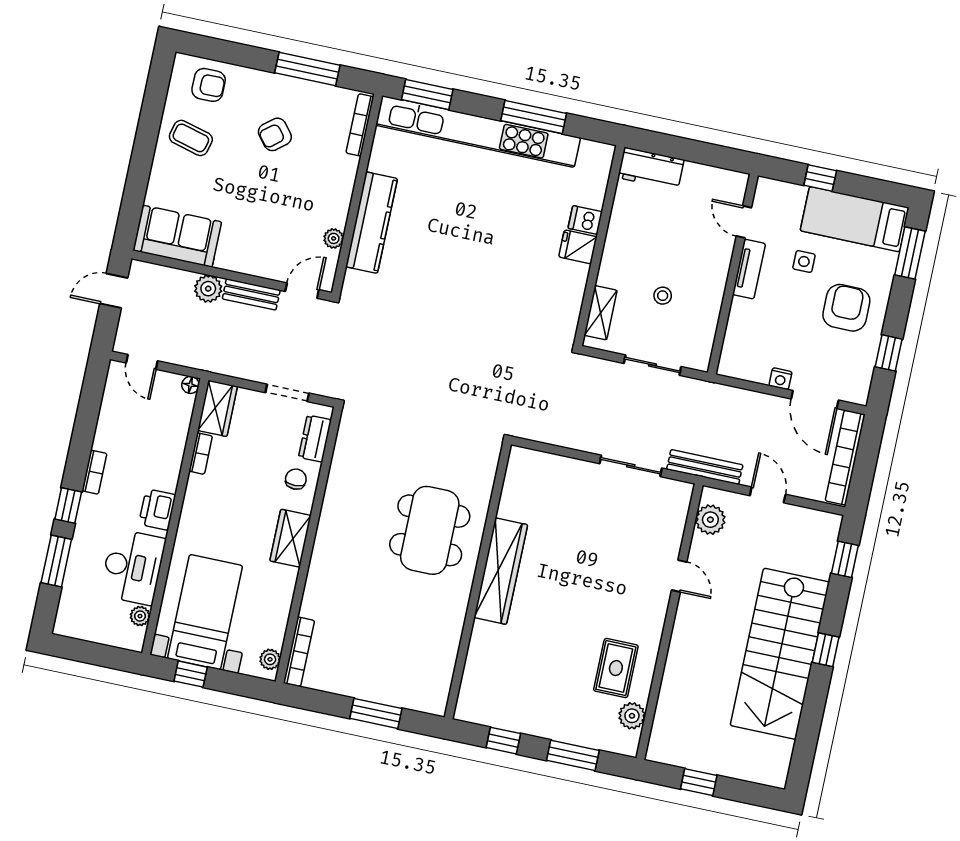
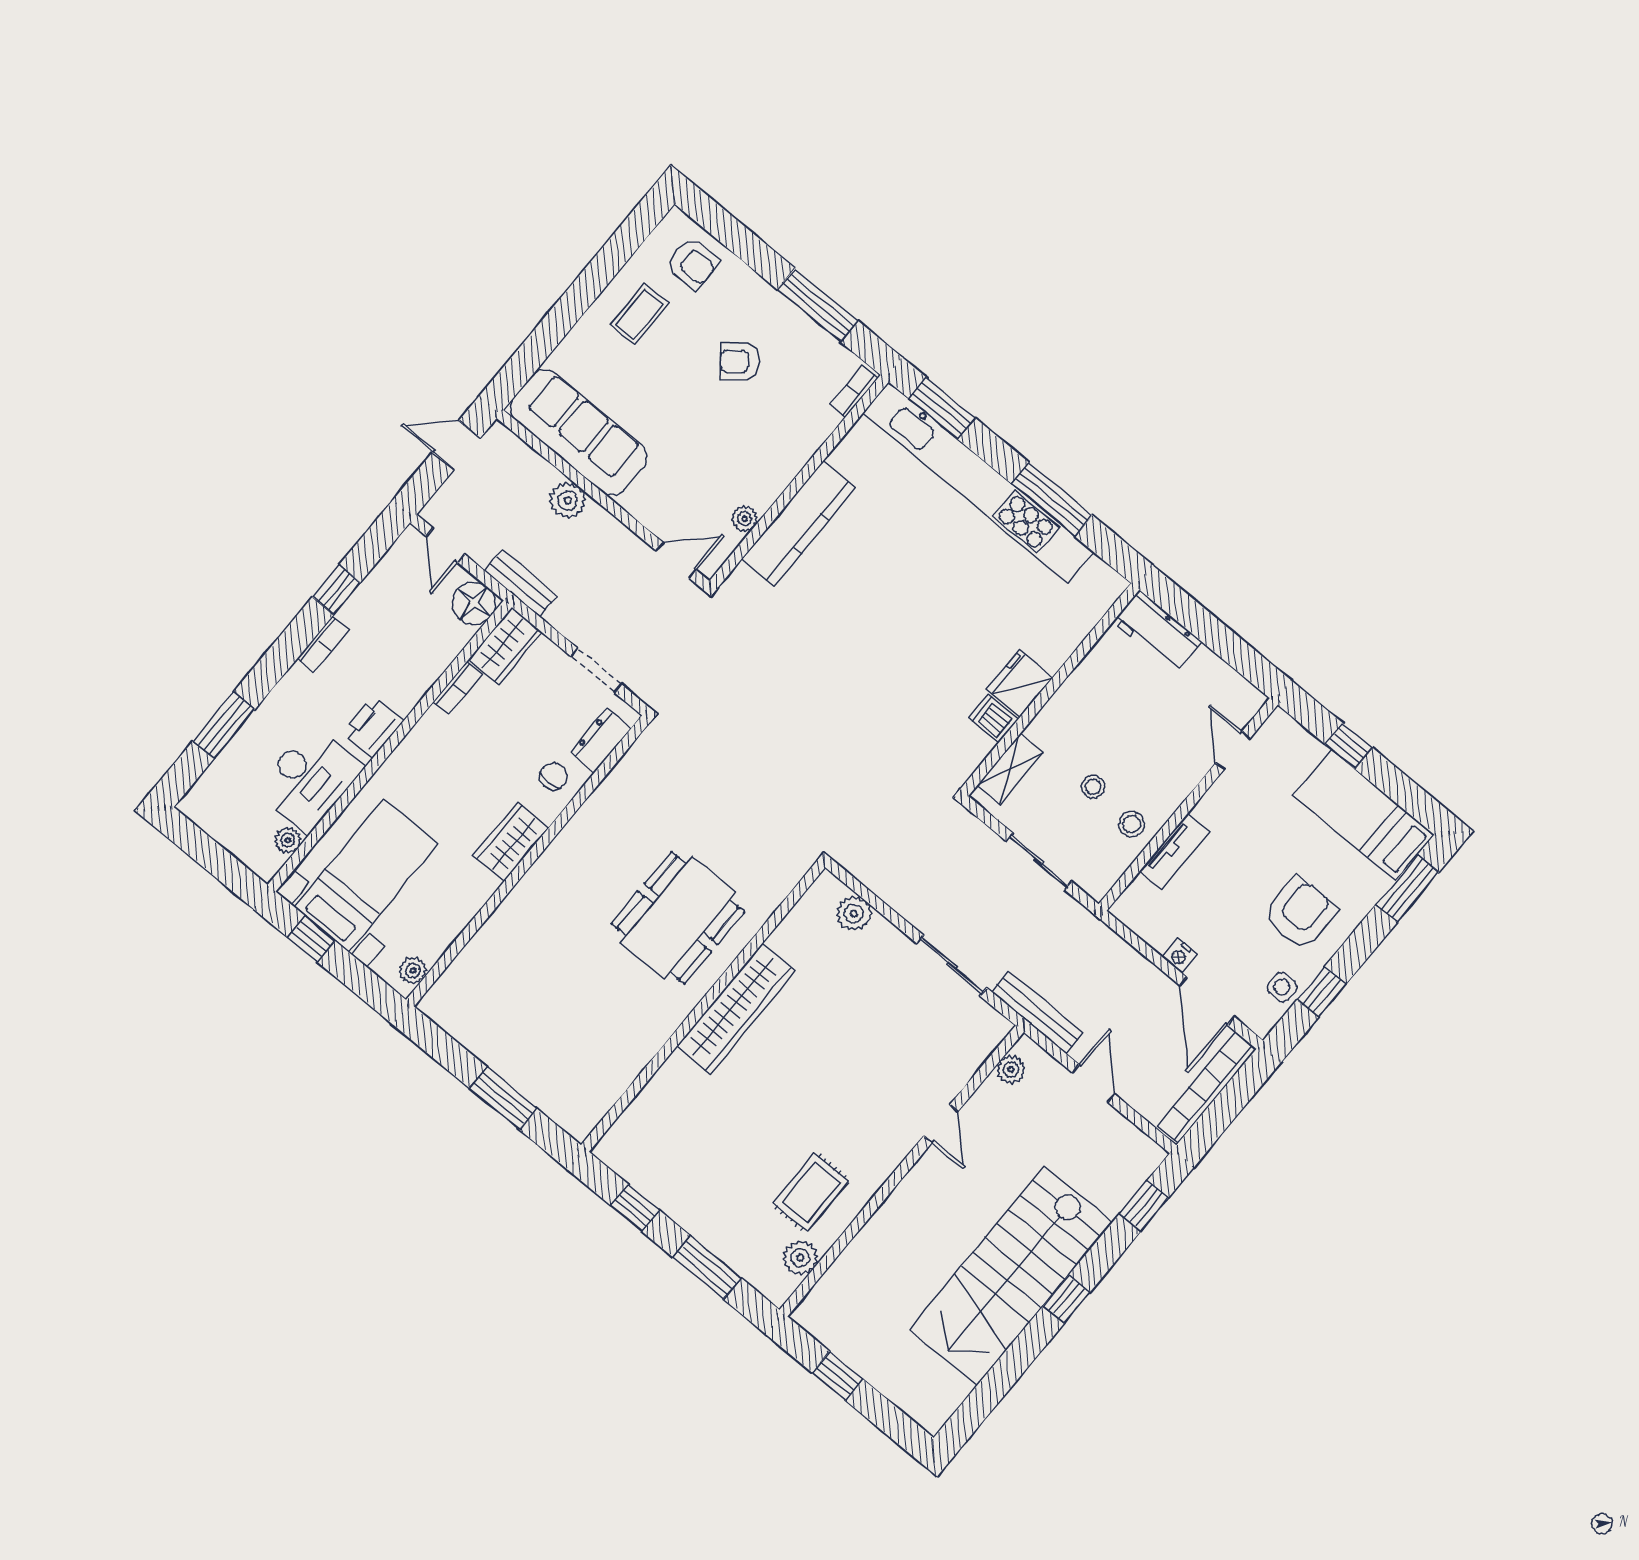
bookcase: (360, 125) -> (854, 391), width x0.64
coffee table: (191, 138) -> (640, 314), turned 75
dishwasher: (585, 220) -> (993, 718), moved
sofa: (177, 236) -> (578, 433), width x1.36
fridge: (578, 247) -> (1020, 683), width x1.38
side table: (804, 261) -> (1282, 987), moved
tv unit: (749, 269) -> (1175, 851), moved
bench: (251, 294) -> (521, 583), moved
stool: (702, 307) -> (1132, 824), added
floor lamp: (190, 385) -> (474, 603), width x1.89, depth x1.89
plant: (546, 465) -> (854, 914), added
window: (68, 505) -> (336, 590), moved
plant: (710, 520) -> (1011, 1070), width x0.73, depth x0.73
bookcase: (299, 652) -> (451, 979), removed

